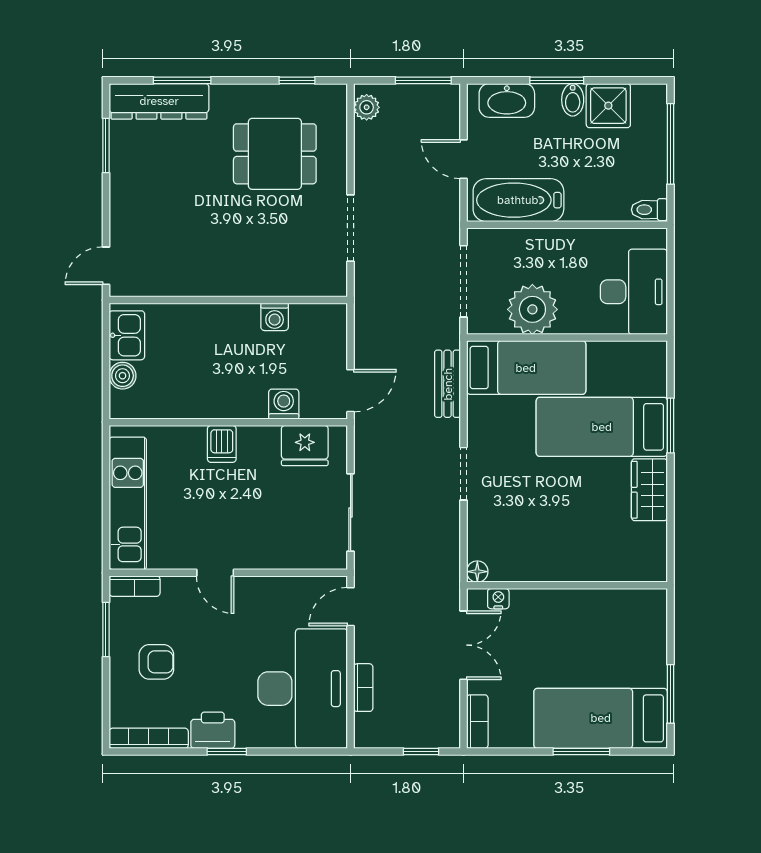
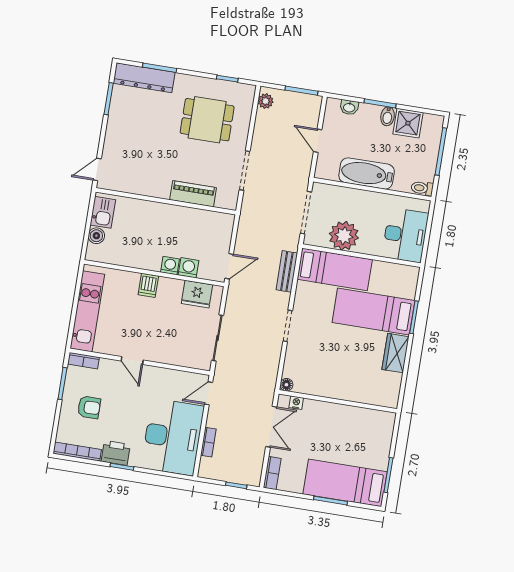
washbasin: (507, 100) -> (349, 107), width x0.52, depth x0.69
bathtub: (518, 200) -> (367, 173), moved
piano: (271, 280) -> (193, 194), added
washing machine: (275, 317) -> (170, 266), moved, turned 180

